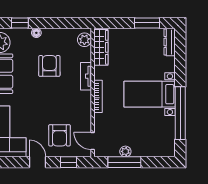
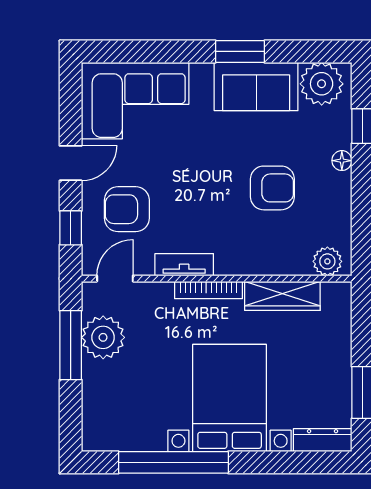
wardrobe: (101, 47) -> (282, 296), moved
tv unit: (86, 76) -> (184, 265), moved
bed with nightstands: (150, 94) -> (230, 398), width x1.36
plant: (125, 151) -> (103, 337), width x1.87, depth x1.87

